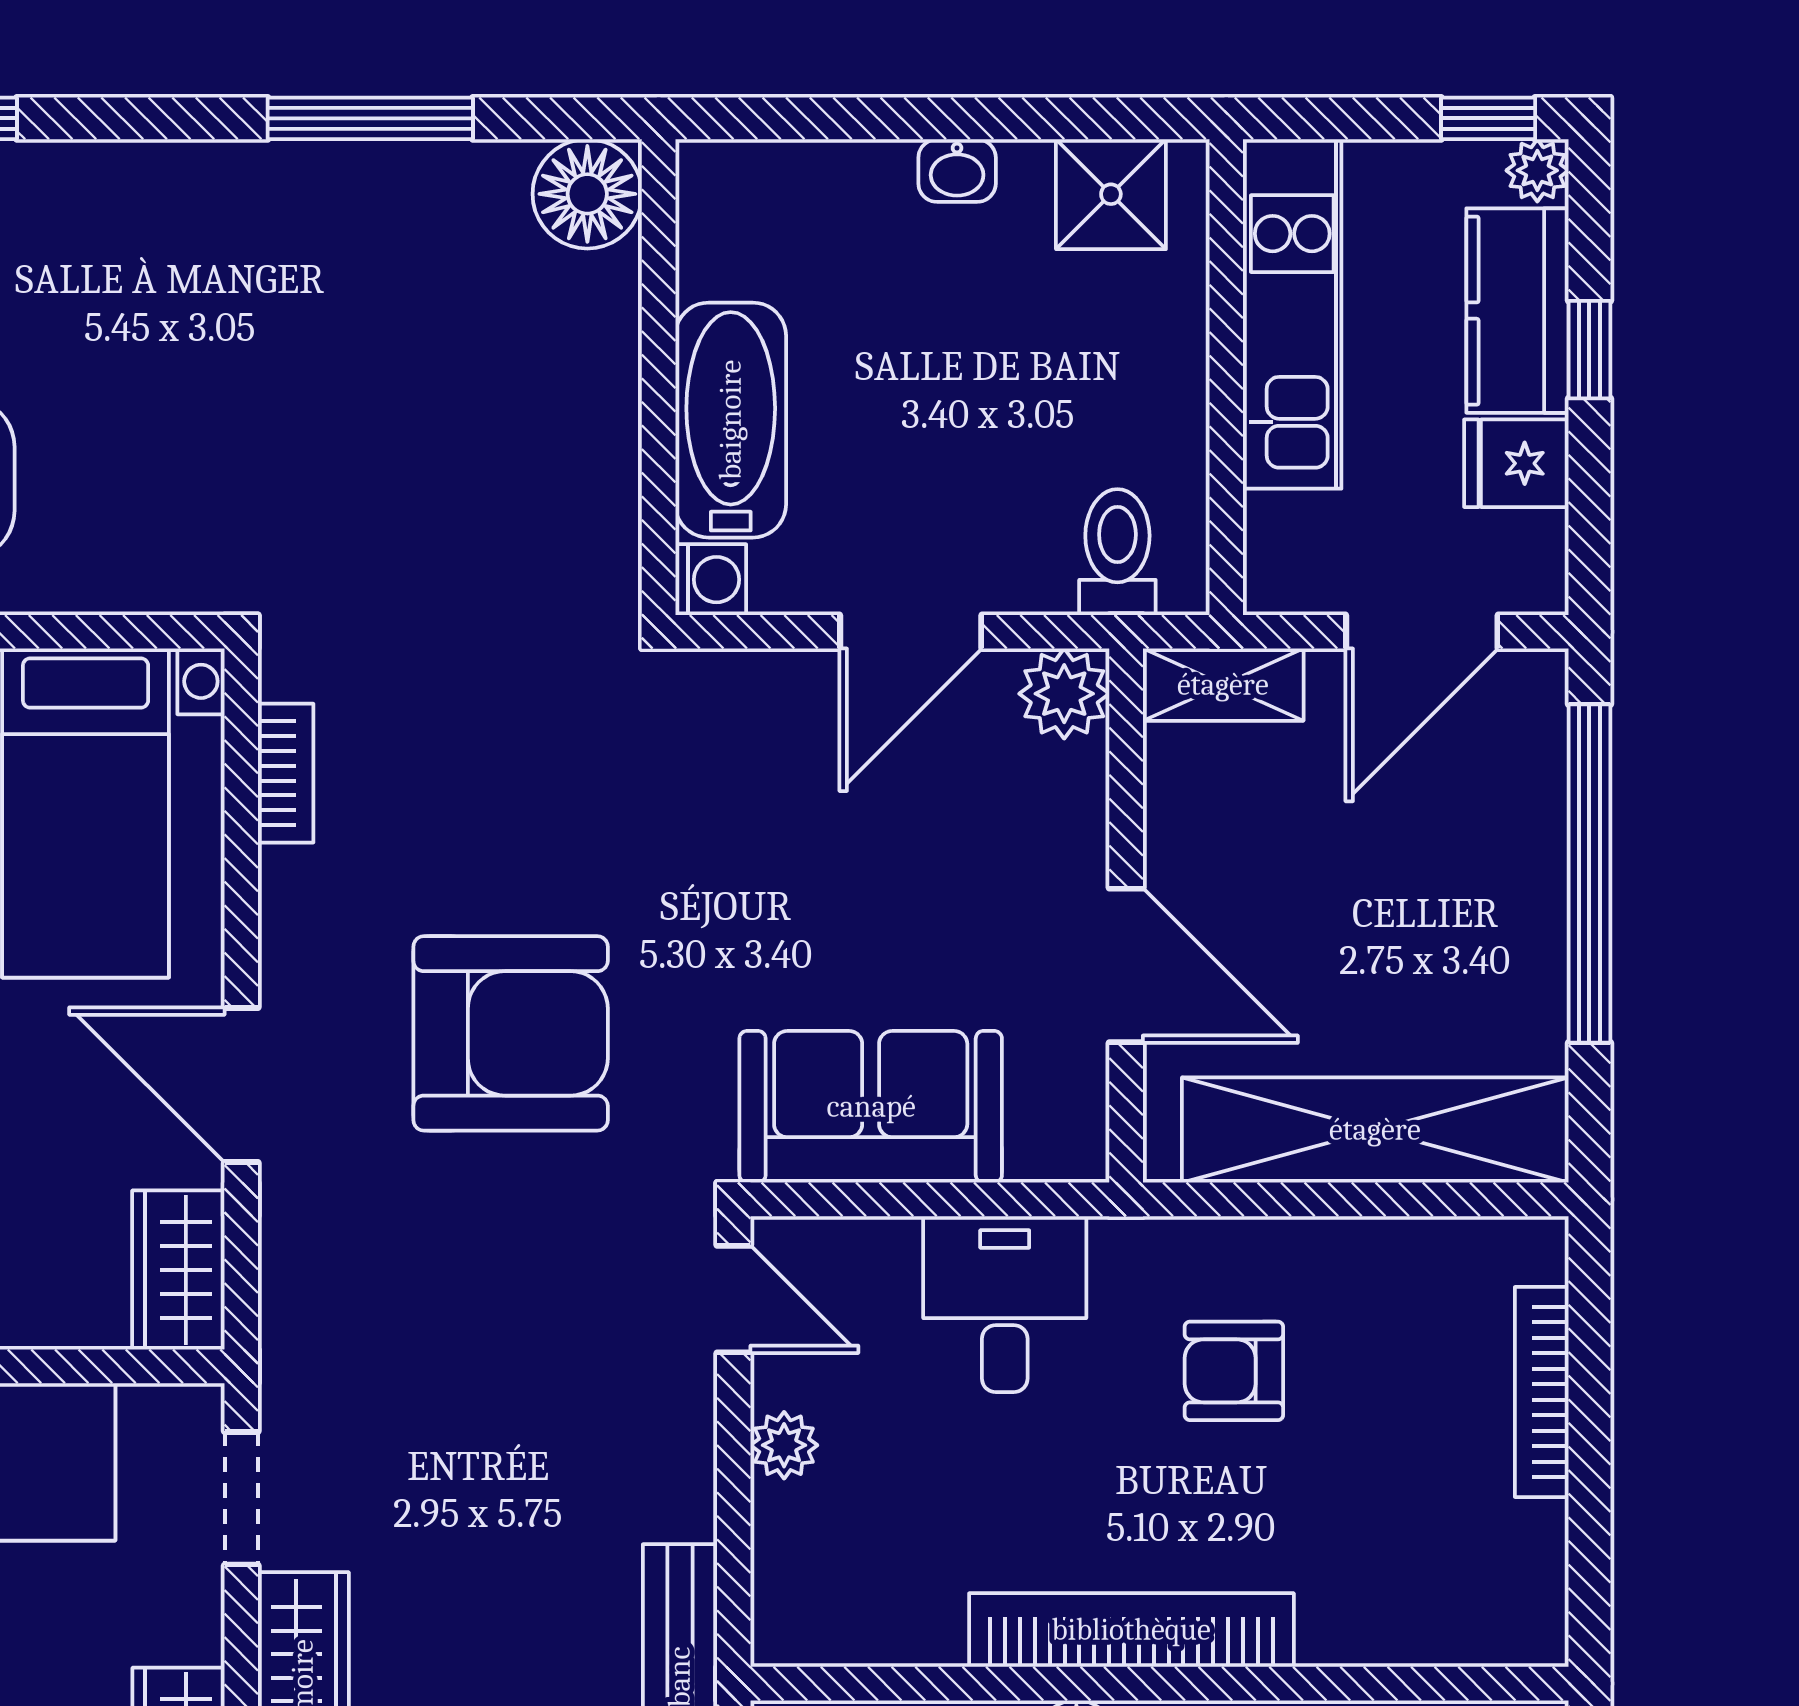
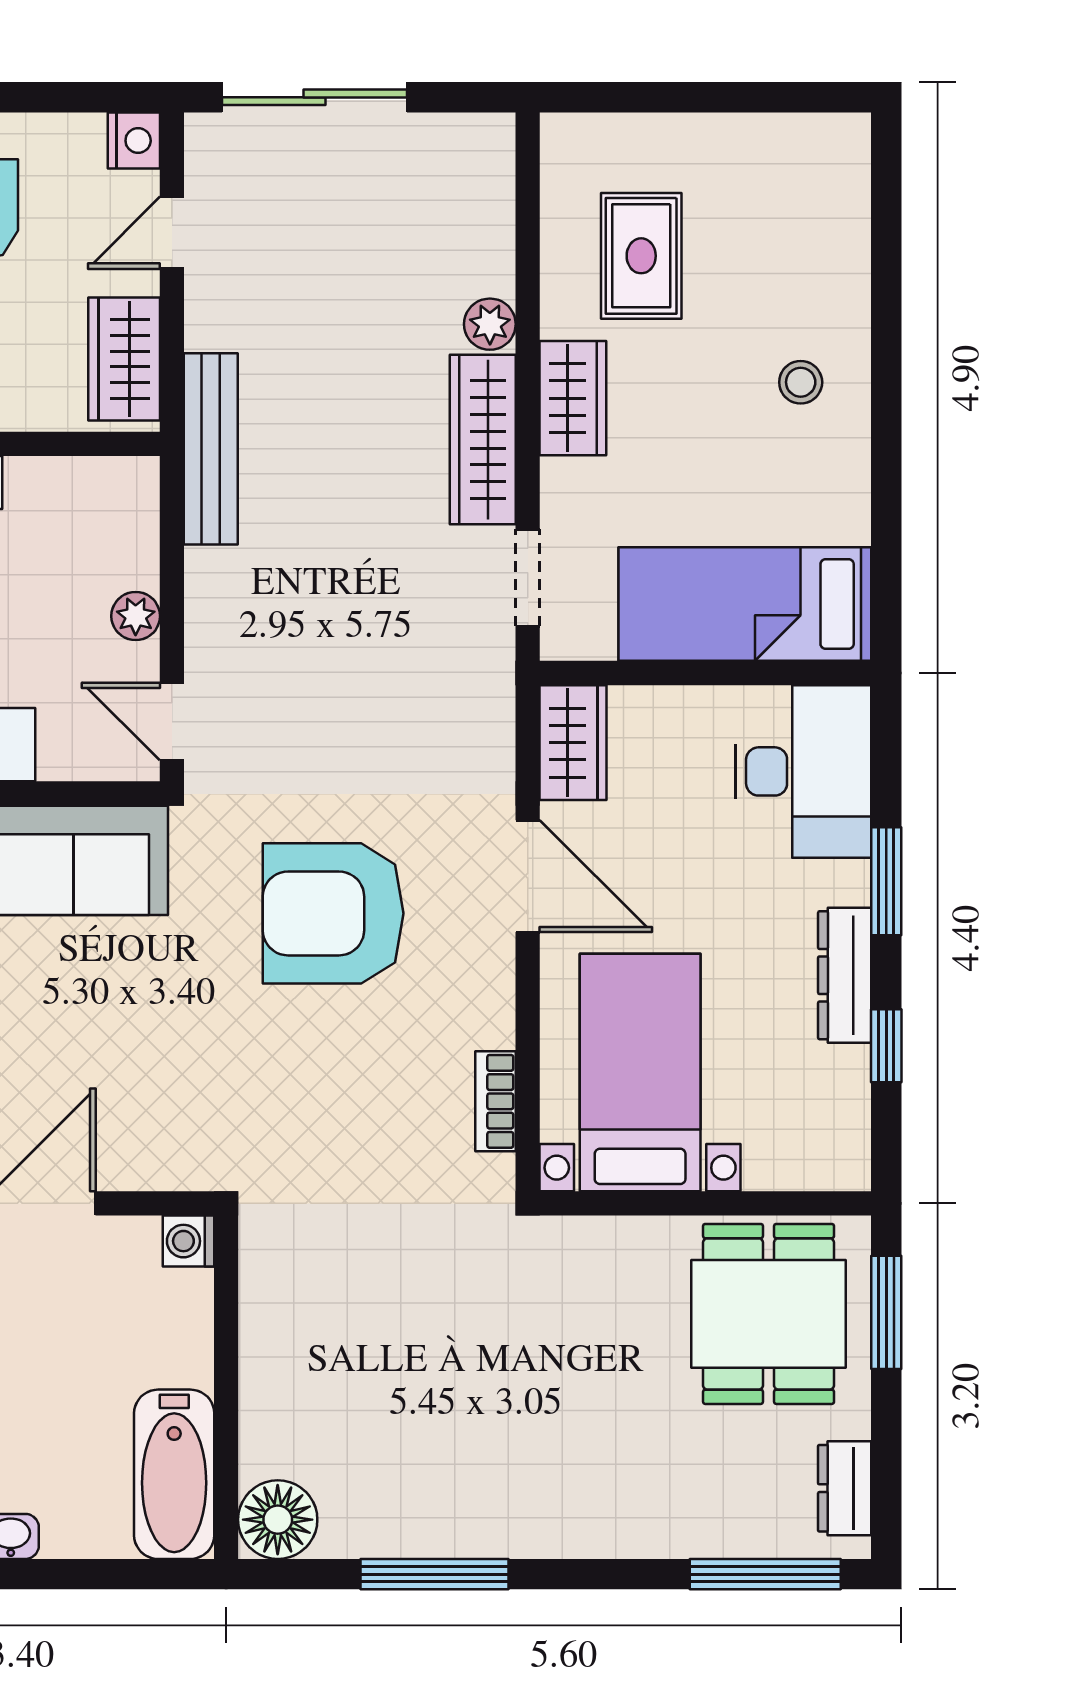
bathtub: (731, 420) -> (174, 1474), moved

